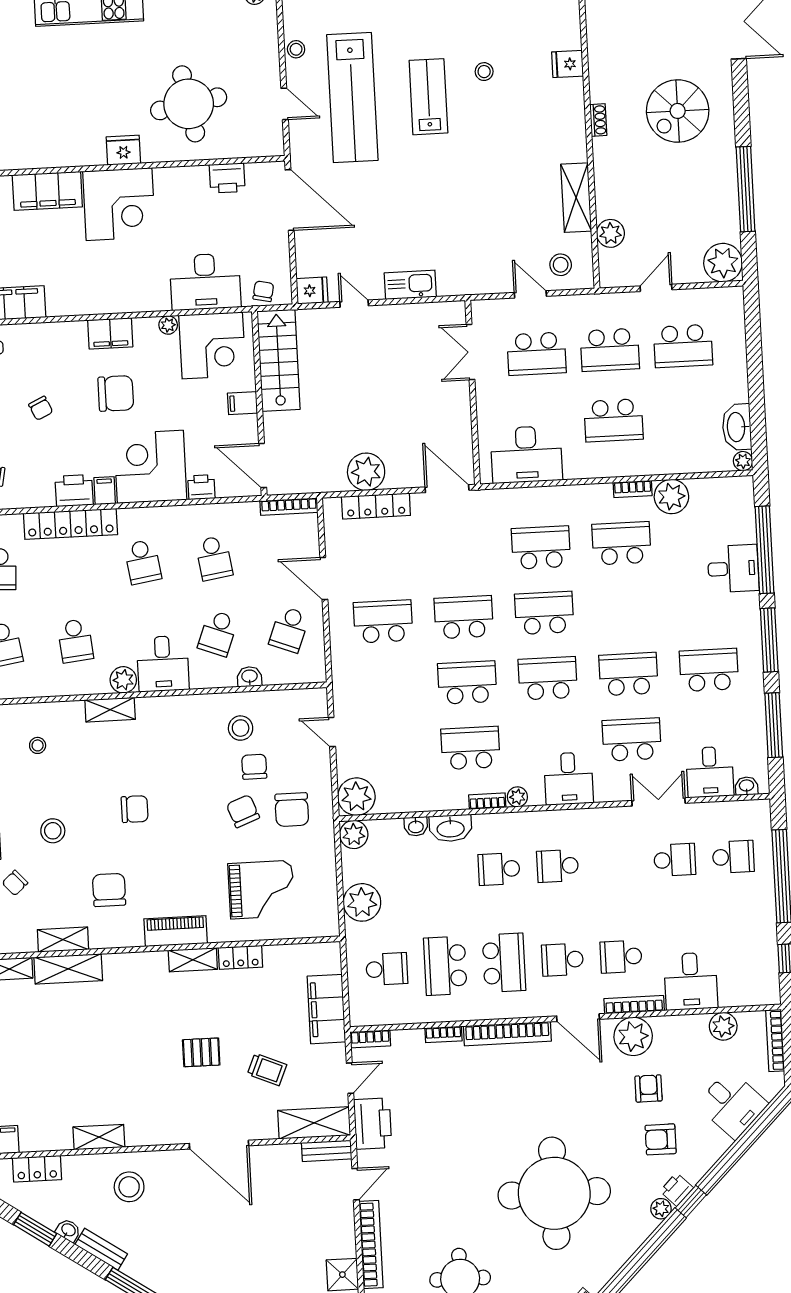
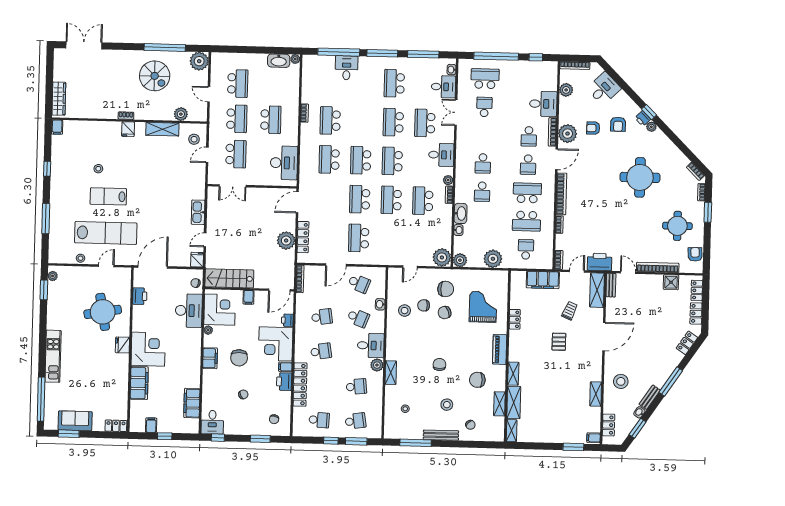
fridge: (567, 64) -> (128, 129), moved
spiral stairs: (678, 111) -> (155, 76), moved
chair: (116, 393) -> (239, 358), turned 180
plant: (671, 496) -> (310, 95), removed
school desk: (733, 857) -> (485, 79), width x1.85
shelving: (193, 960) -> (513, 374), moved
door: (350, 1078) -> (577, 271), hinge flipped
round table: (554, 1193) -> (640, 177), width x0.73, depth x0.73

